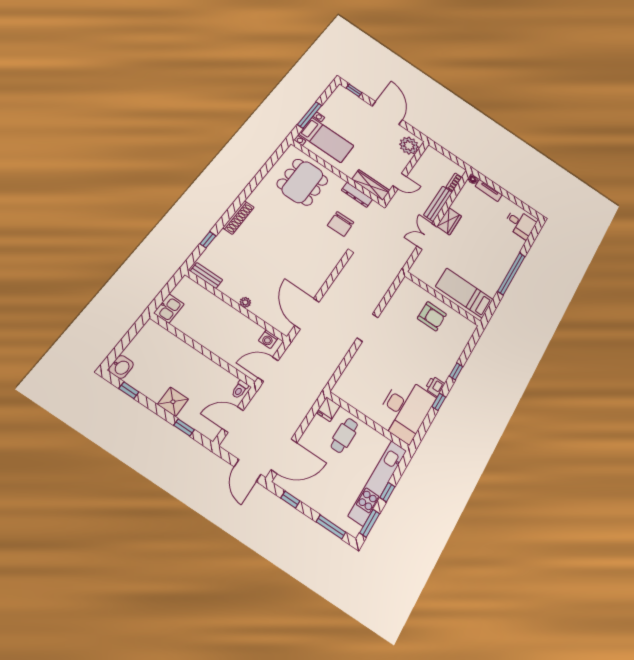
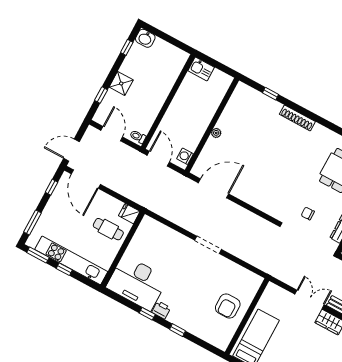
chair: (341, 224) -> (308, 213), width x0.54, depth x0.54
bench: (206, 275) -> (236, 96), removed

